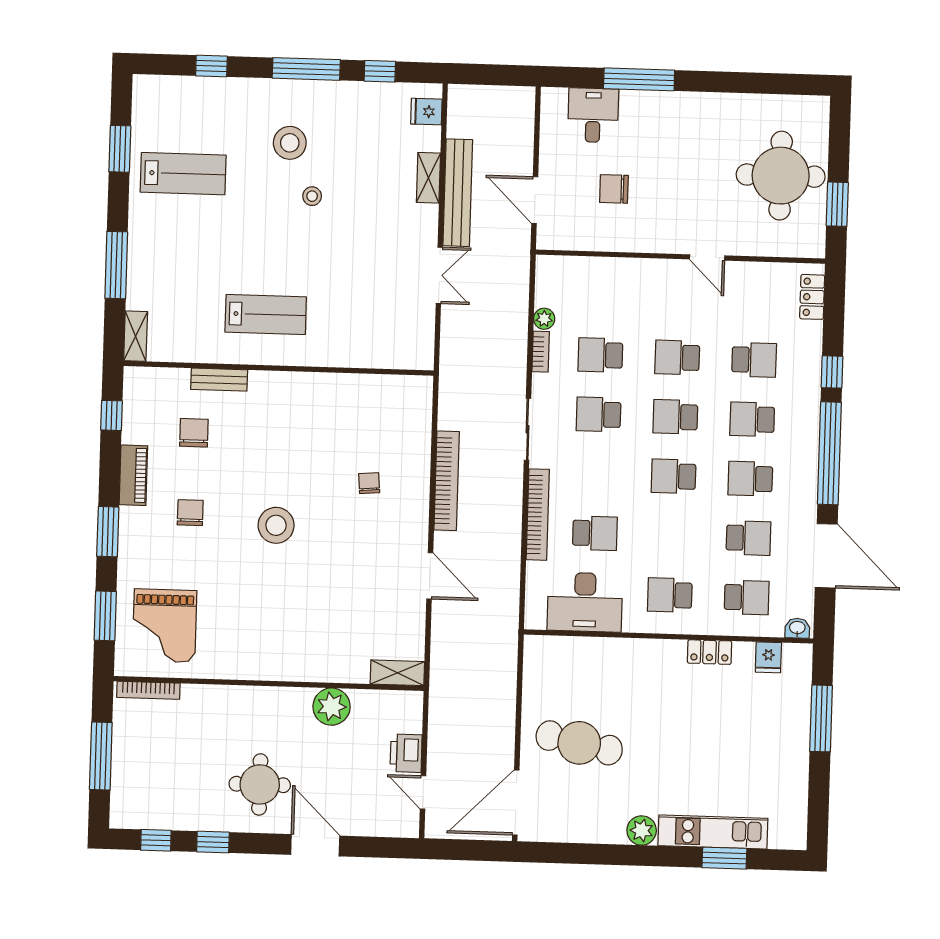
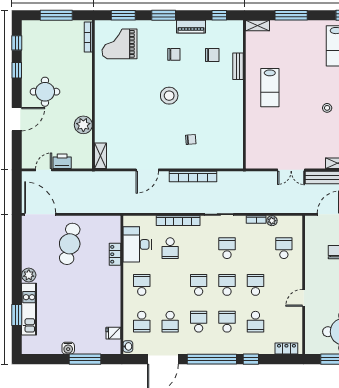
school desk: (600, 355) -> (284, 248), moved
locker: (710, 652) -> (115, 254), moved
water cooler: (797, 753) -> (68, 348), added

